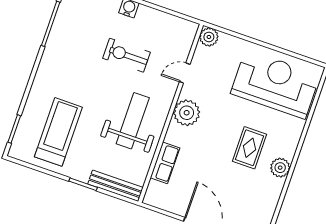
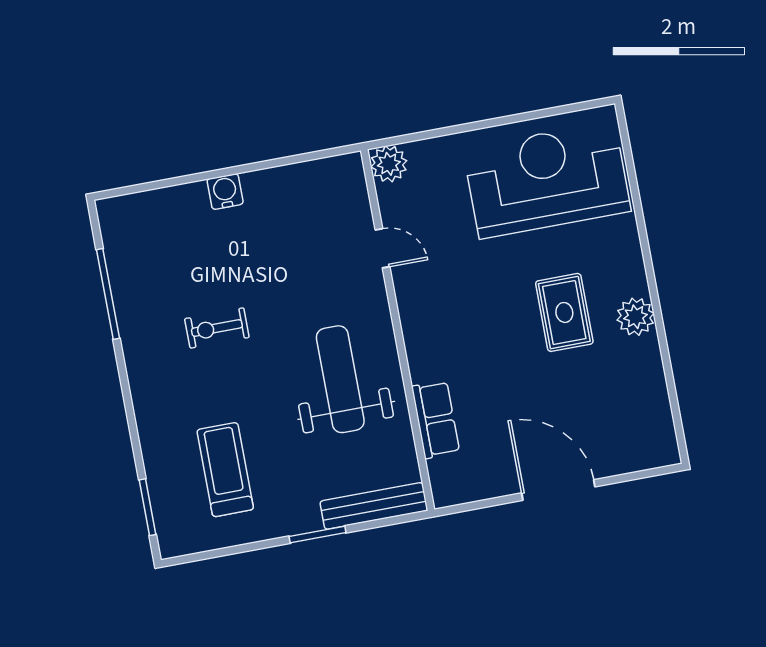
exercise bike: (126, 55) -> (217, 328), moved, width x0.73, depth x0.72
door: (185, 73) -> (382, 248), swing flipped
plant: (187, 113) -> (424, 314), removed
treadmill: (58, 132) -> (225, 470), width x0.73, depth x0.73

